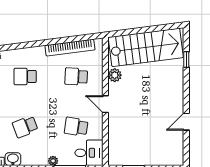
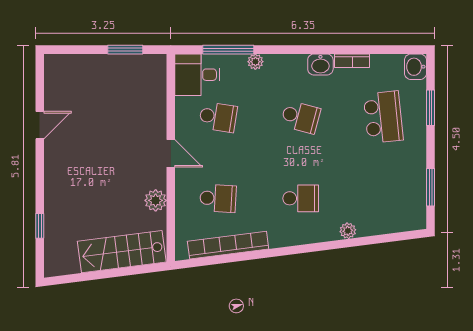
stairs: (146, 47) -> (122, 252), width x0.73, depth x0.66
school desk: (25, 127) -> (301, 117), turned 36

